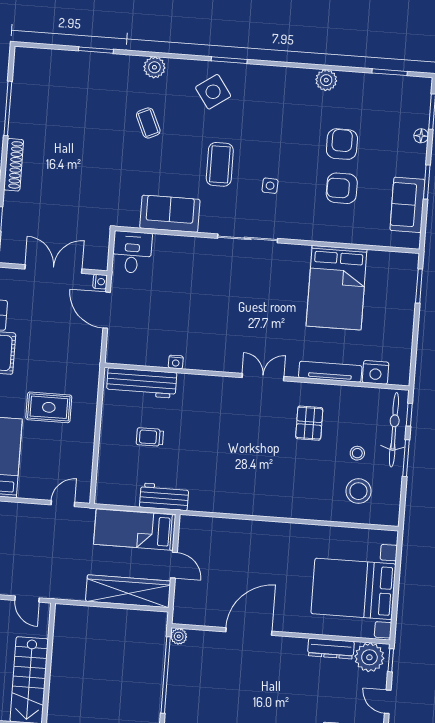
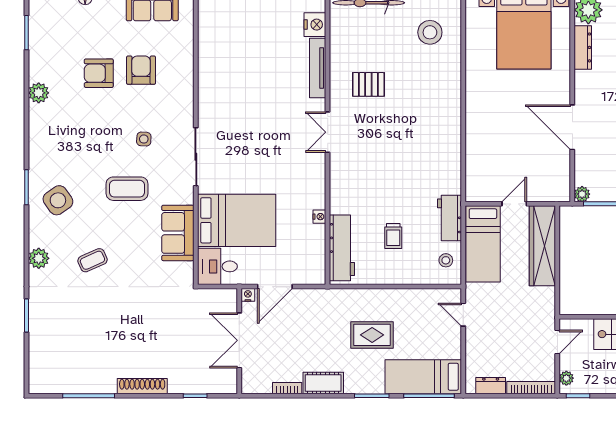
armchair: (342, 188) -> (141, 70), turned 180
bed: (337, 288) -> (237, 220), moved
rug: (49, 407) -> (372, 335), turned 90
stool: (357, 453) -> (446, 260), moved

